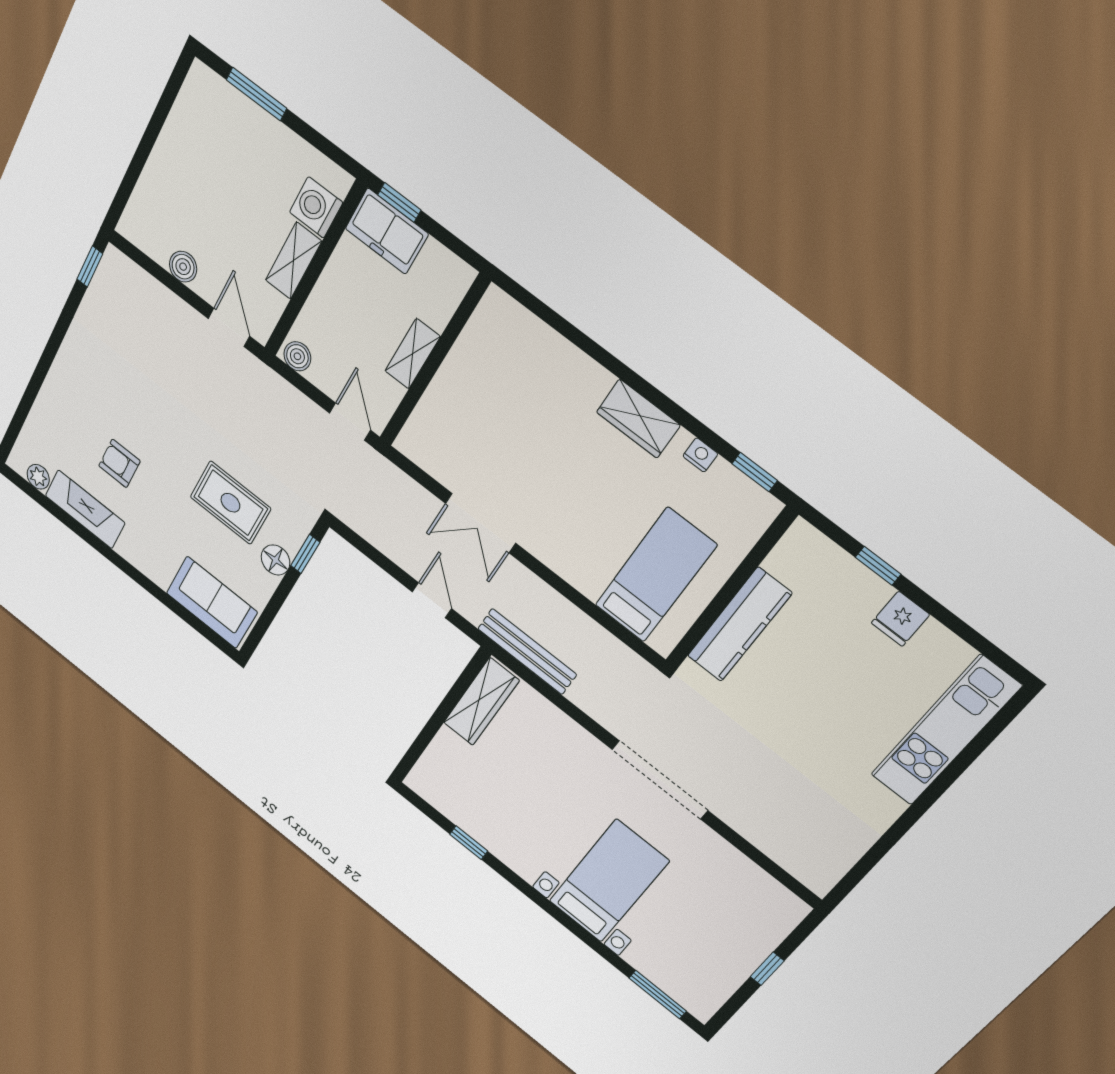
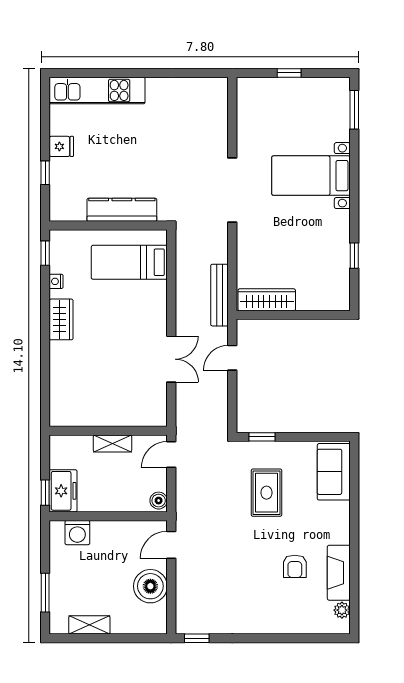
shelving: (293, 261) -> (89, 625), moved
boiler: (183, 267) -> (150, 586), width x1.86, depth x1.86
floor lamp: (276, 560) -> (279, 451), removed

